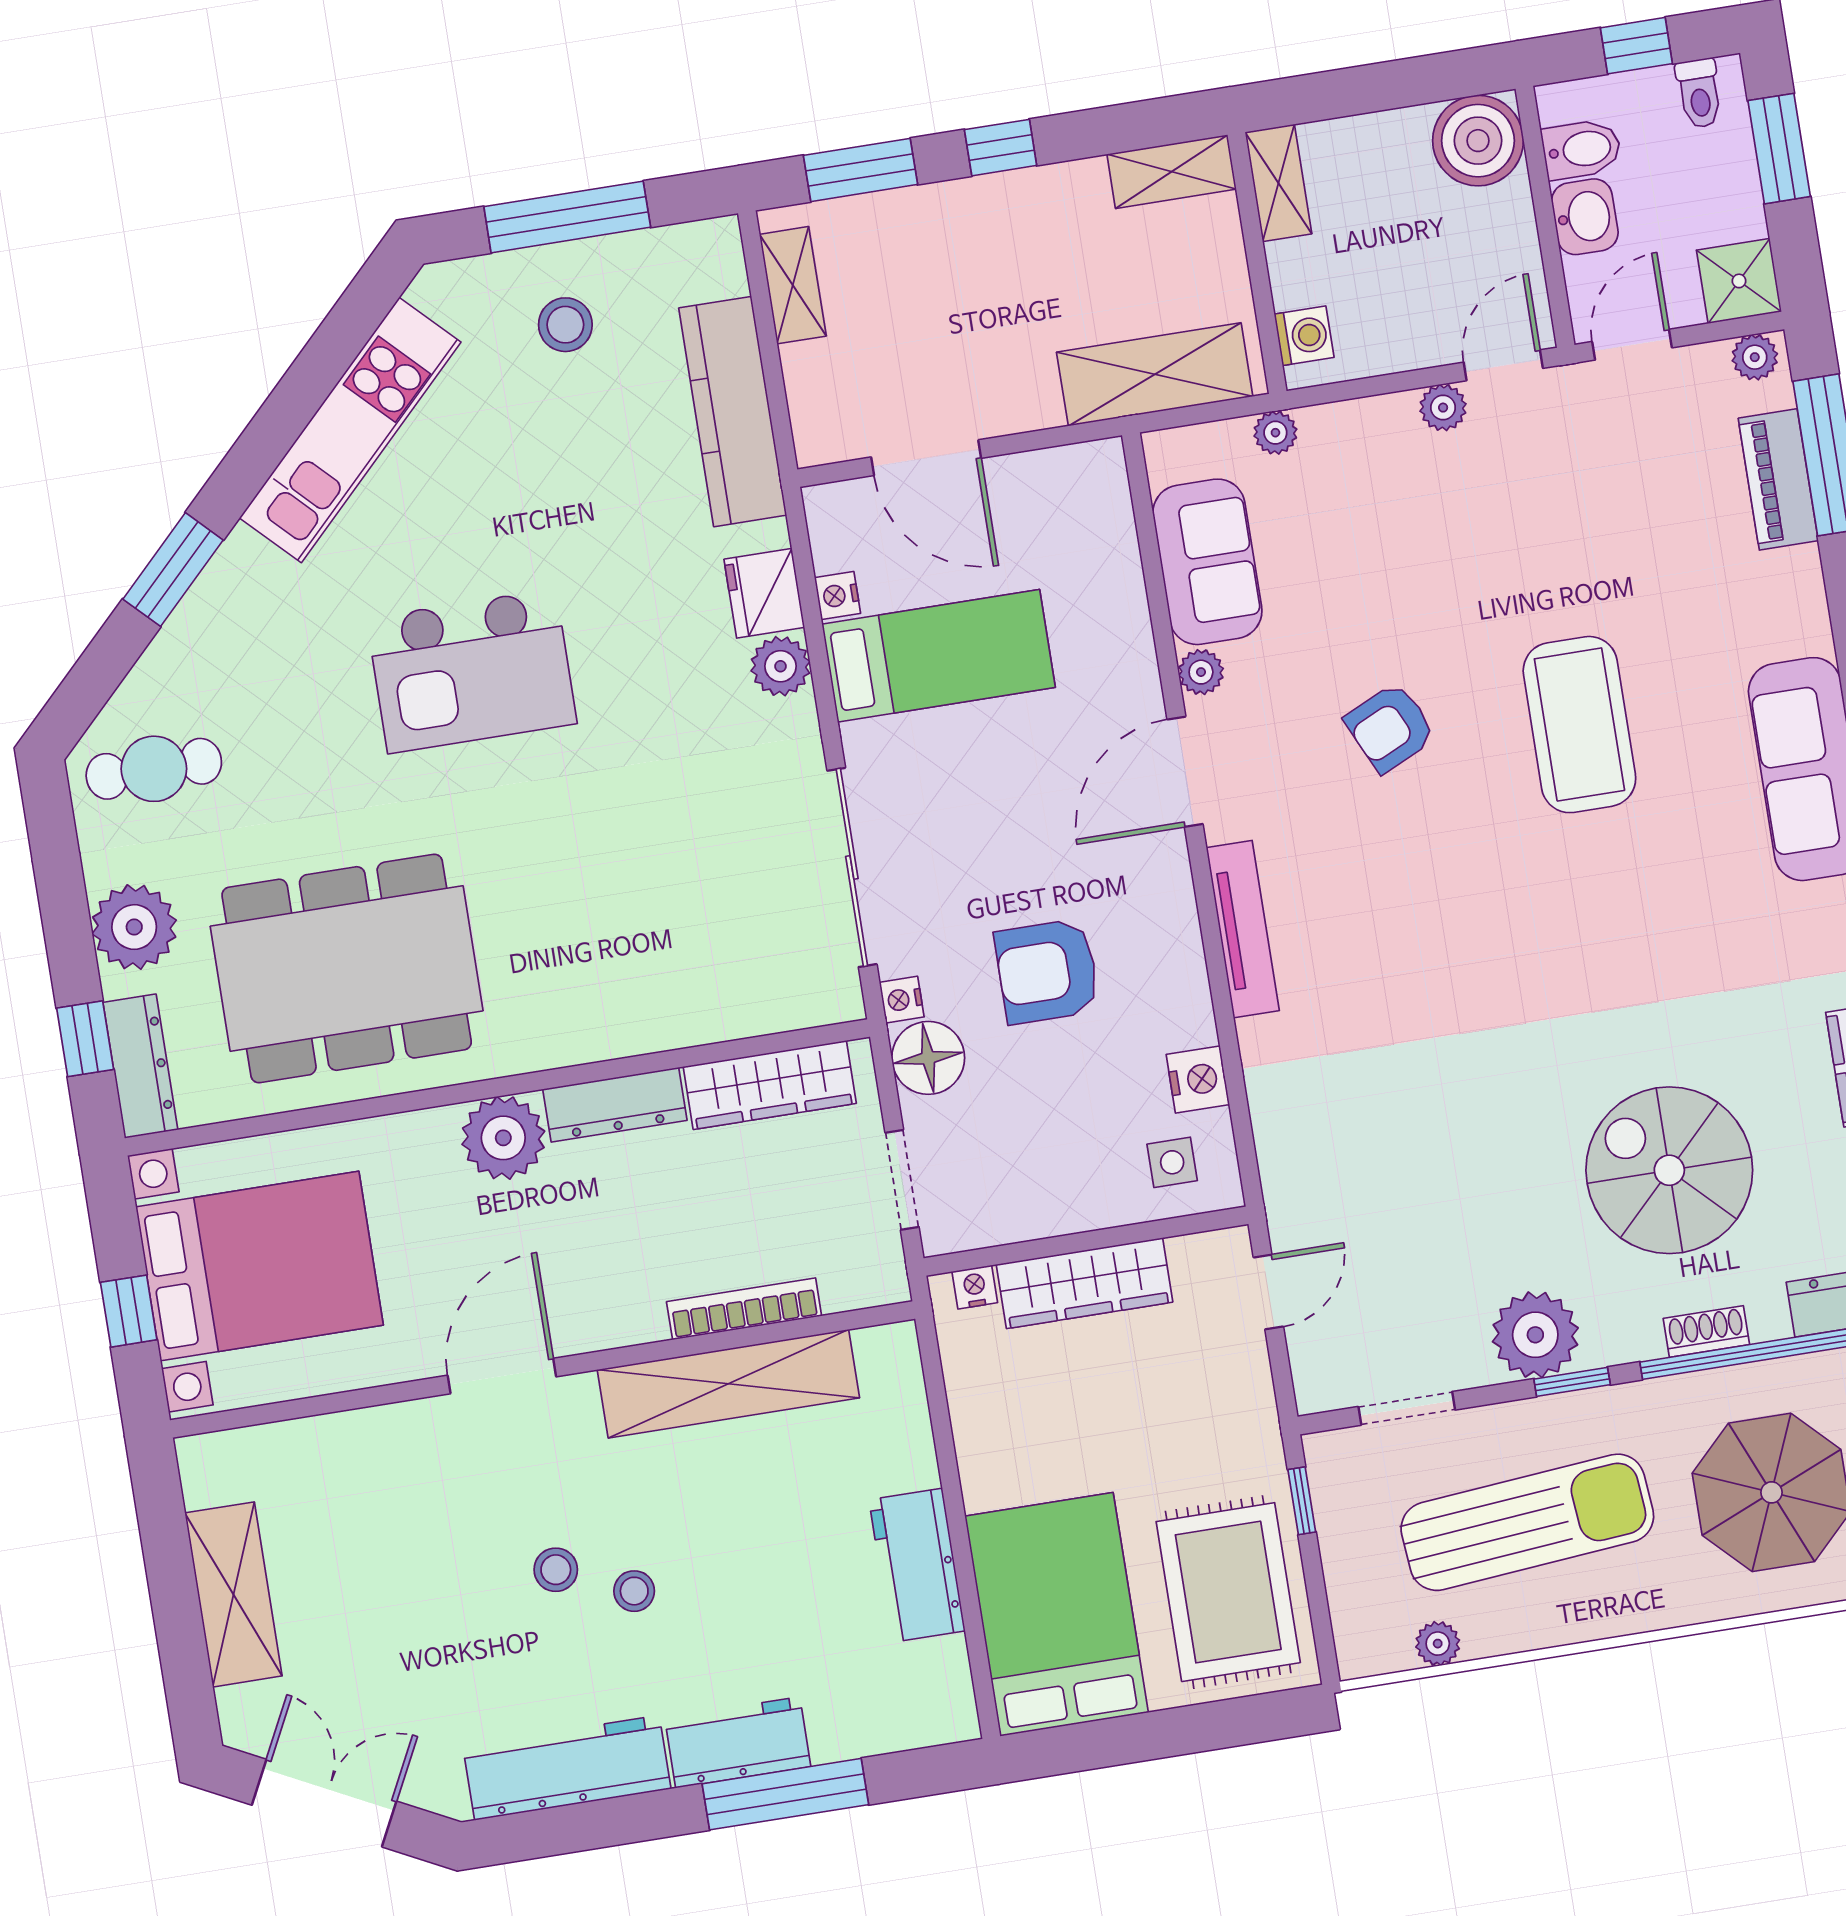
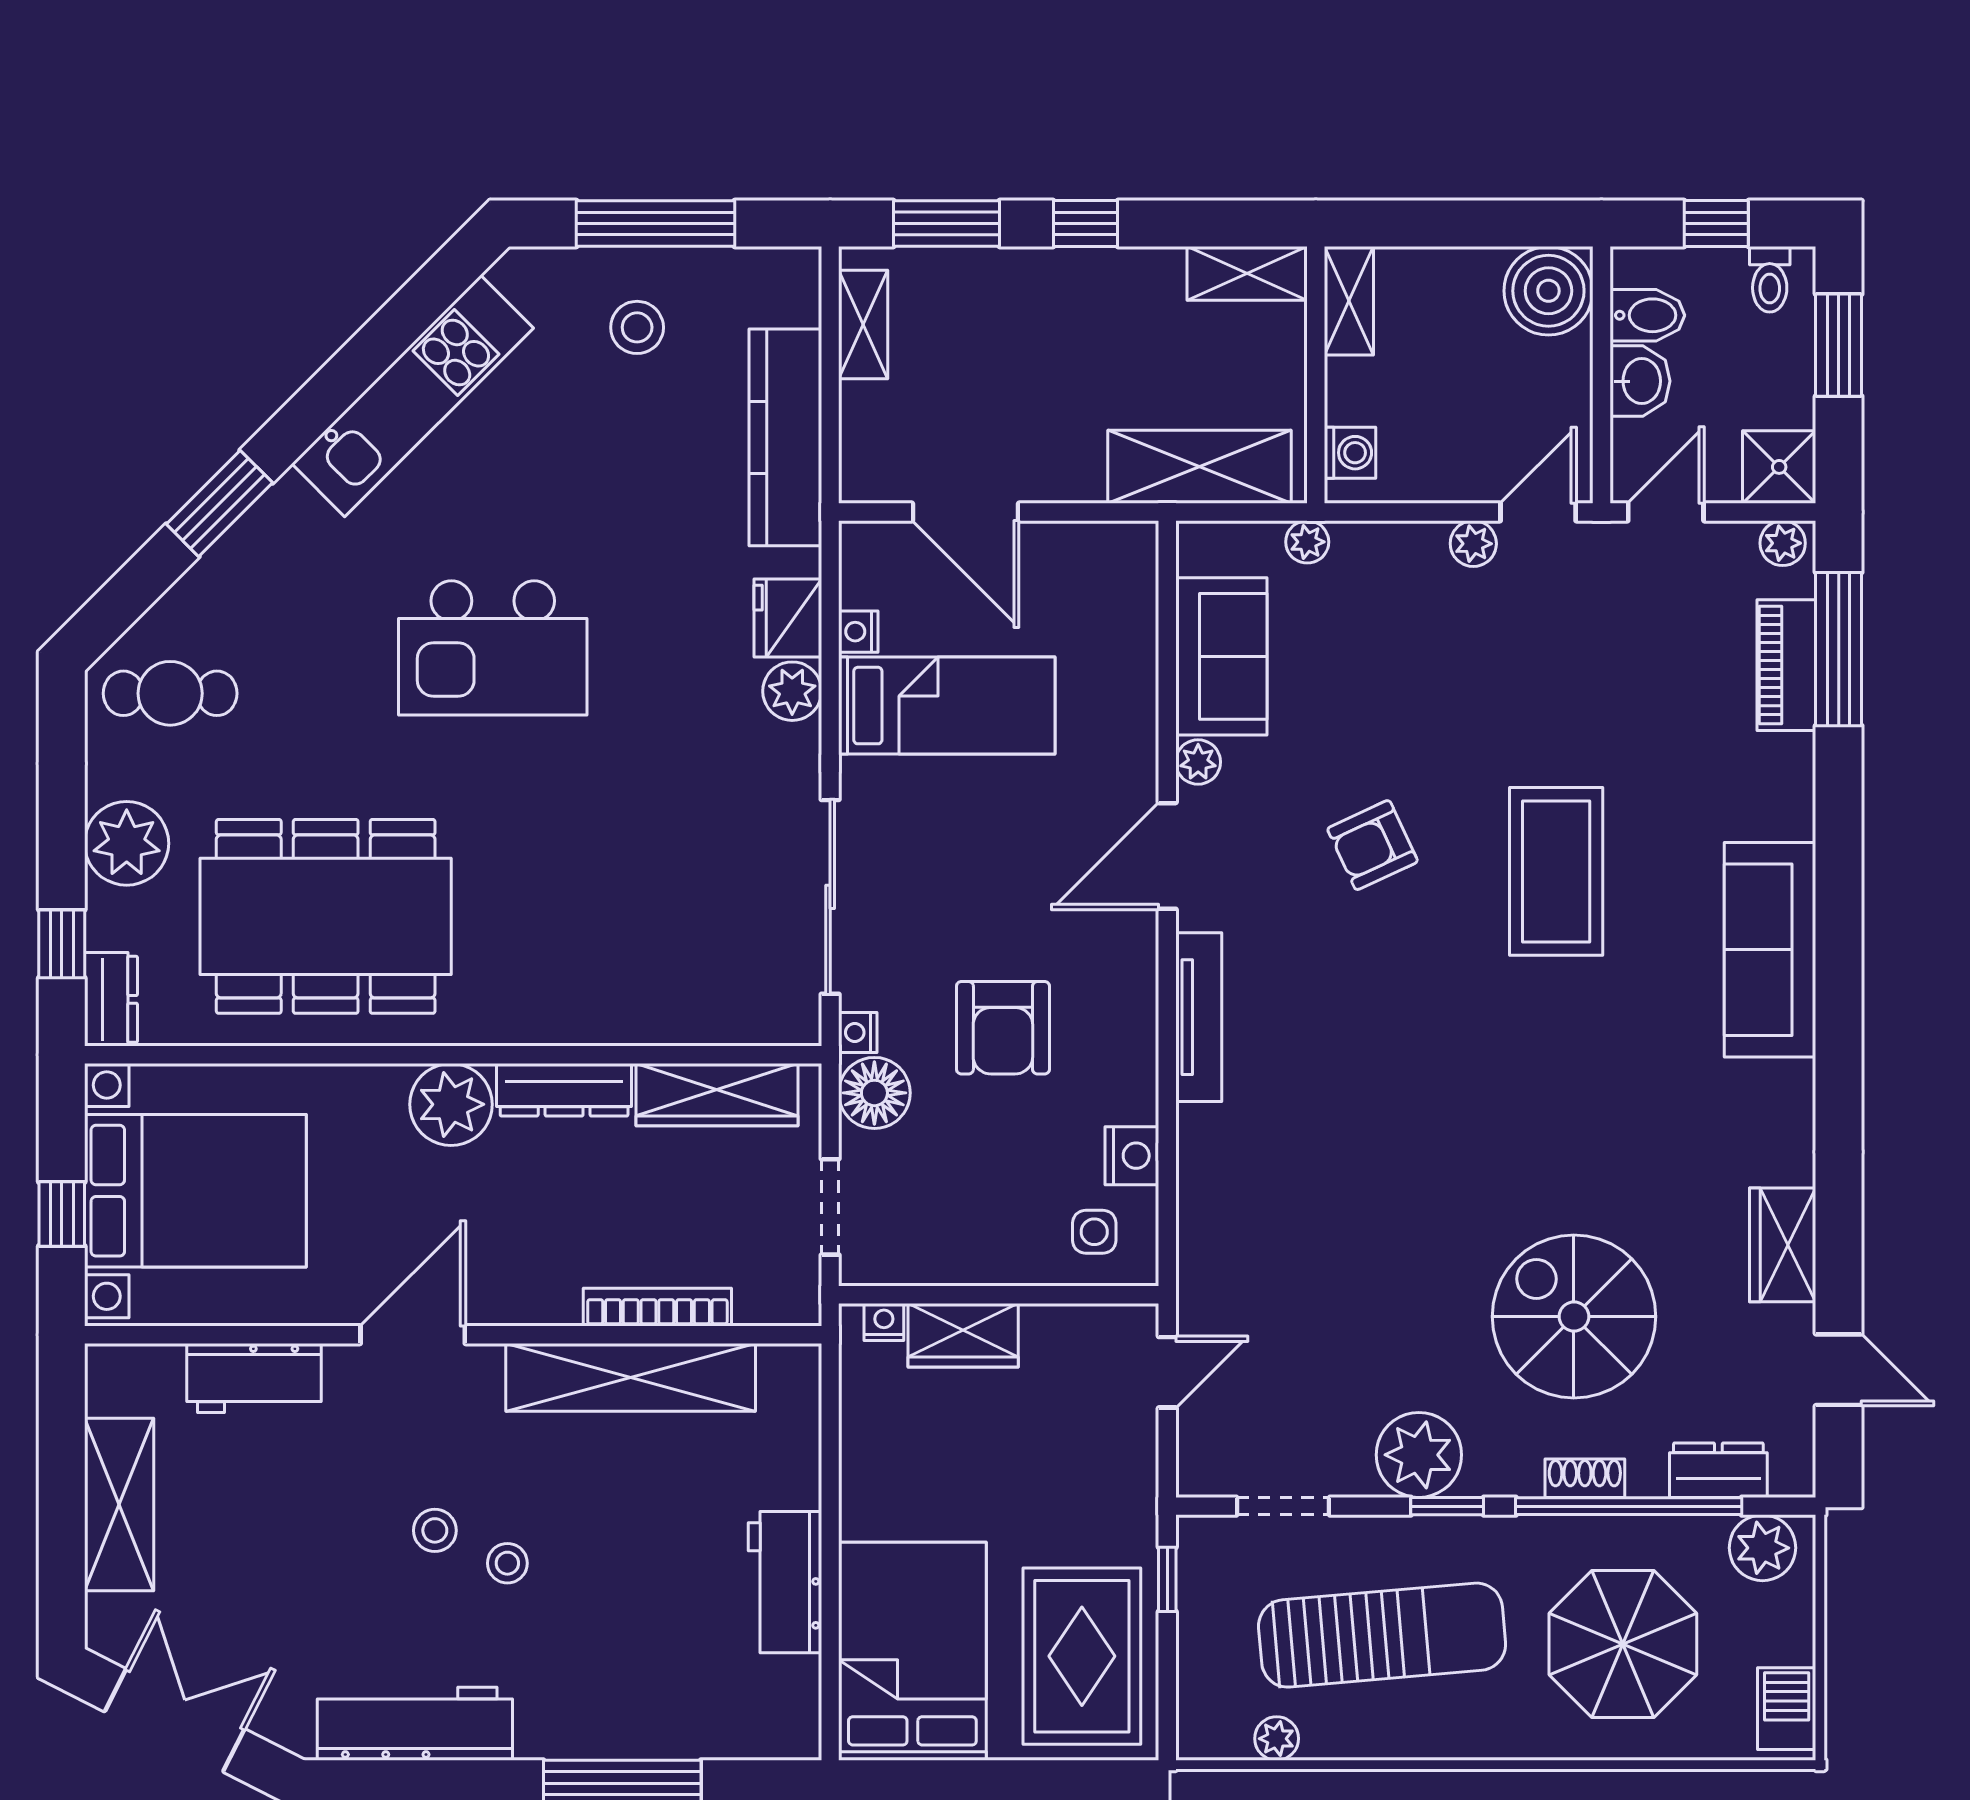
armchair: (1047, 971) -> (1003, 1028), turned -90
dresser: (140, 1066) -> (111, 999), width x0.70
wardrobe: (1085, 1283) -> (963, 1335), width x0.67
workbench: (738, 1742) -> (254, 1378), moved, turned 180

